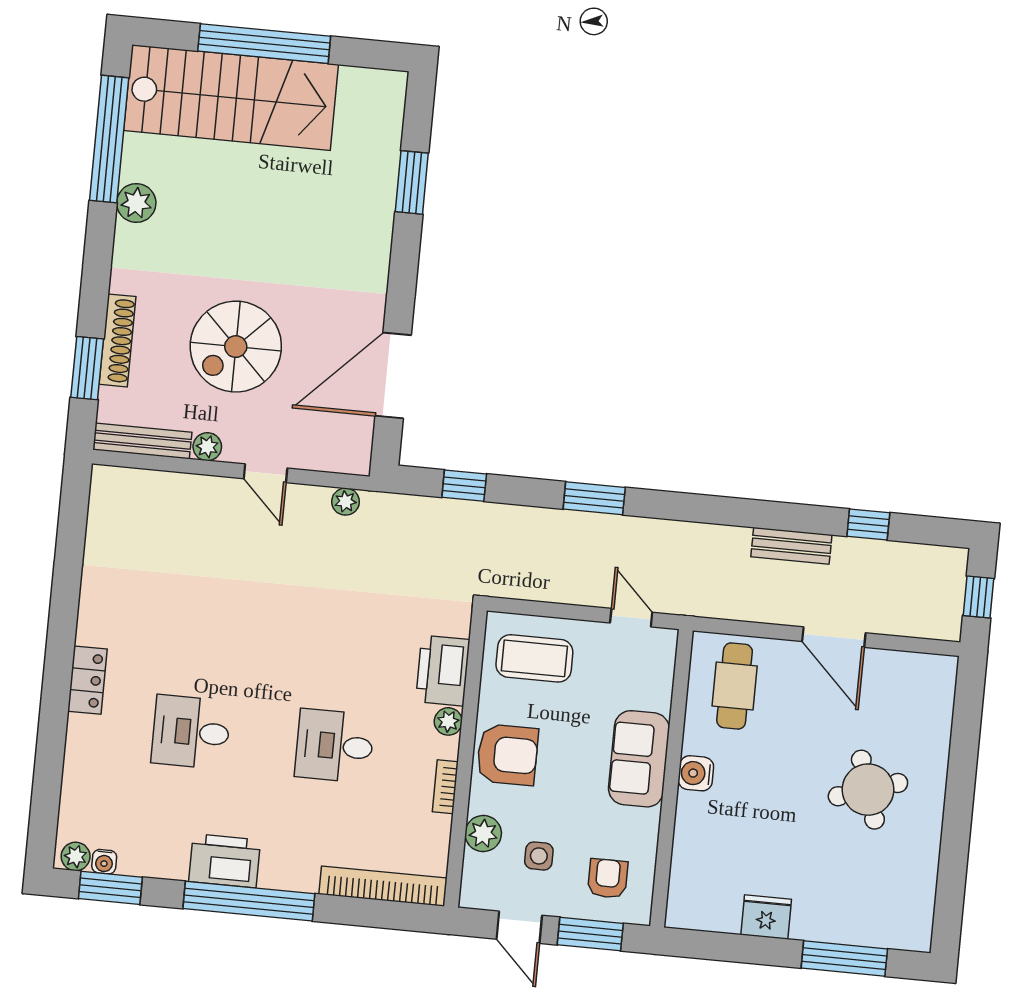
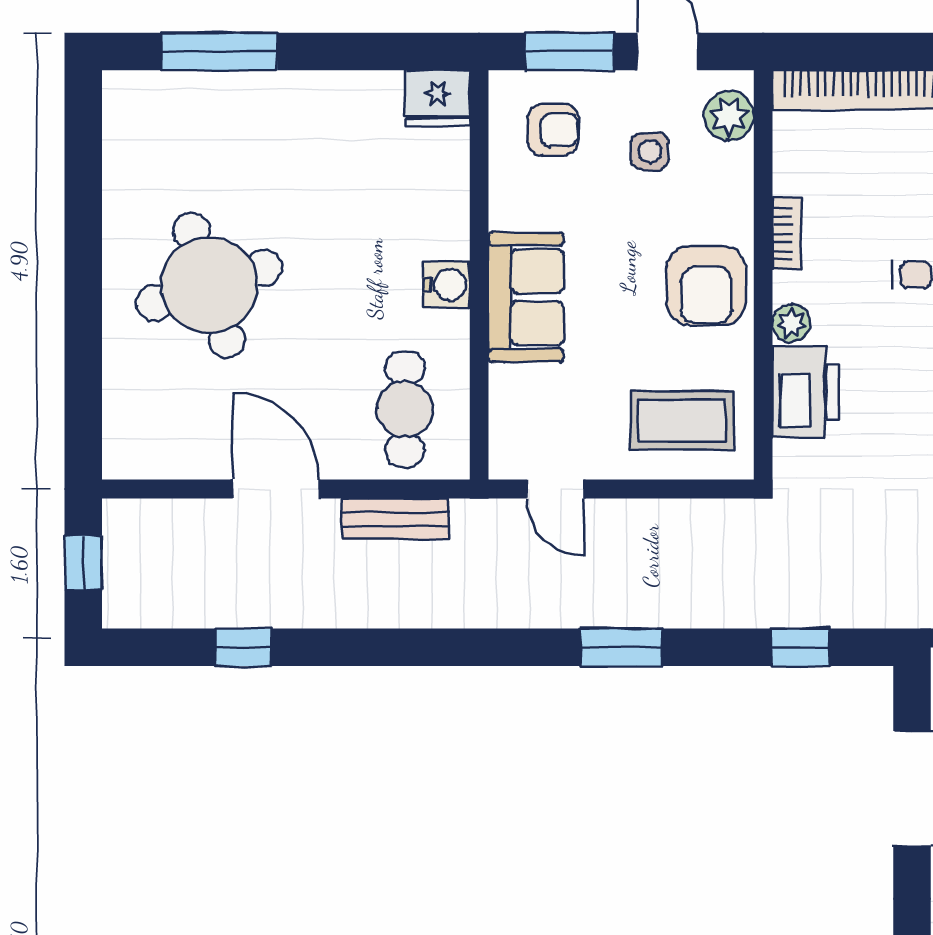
bench: (791, 546) -> (395, 519), moved
armchair: (507, 755) -> (706, 286), turned -90
round table: (868, 790) -> (209, 285), width x1.36, depth x1.36
plant: (483, 834) -> (729, 116), moved
armchair: (608, 878) -> (553, 130), turned -90
fridge: (766, 917) -> (438, 98), moved

